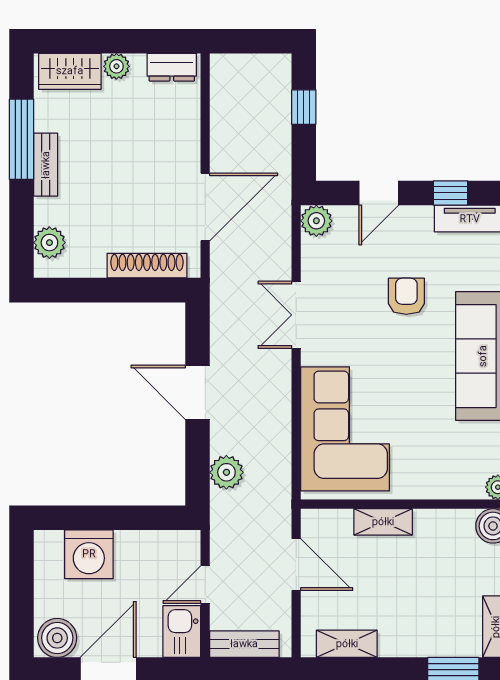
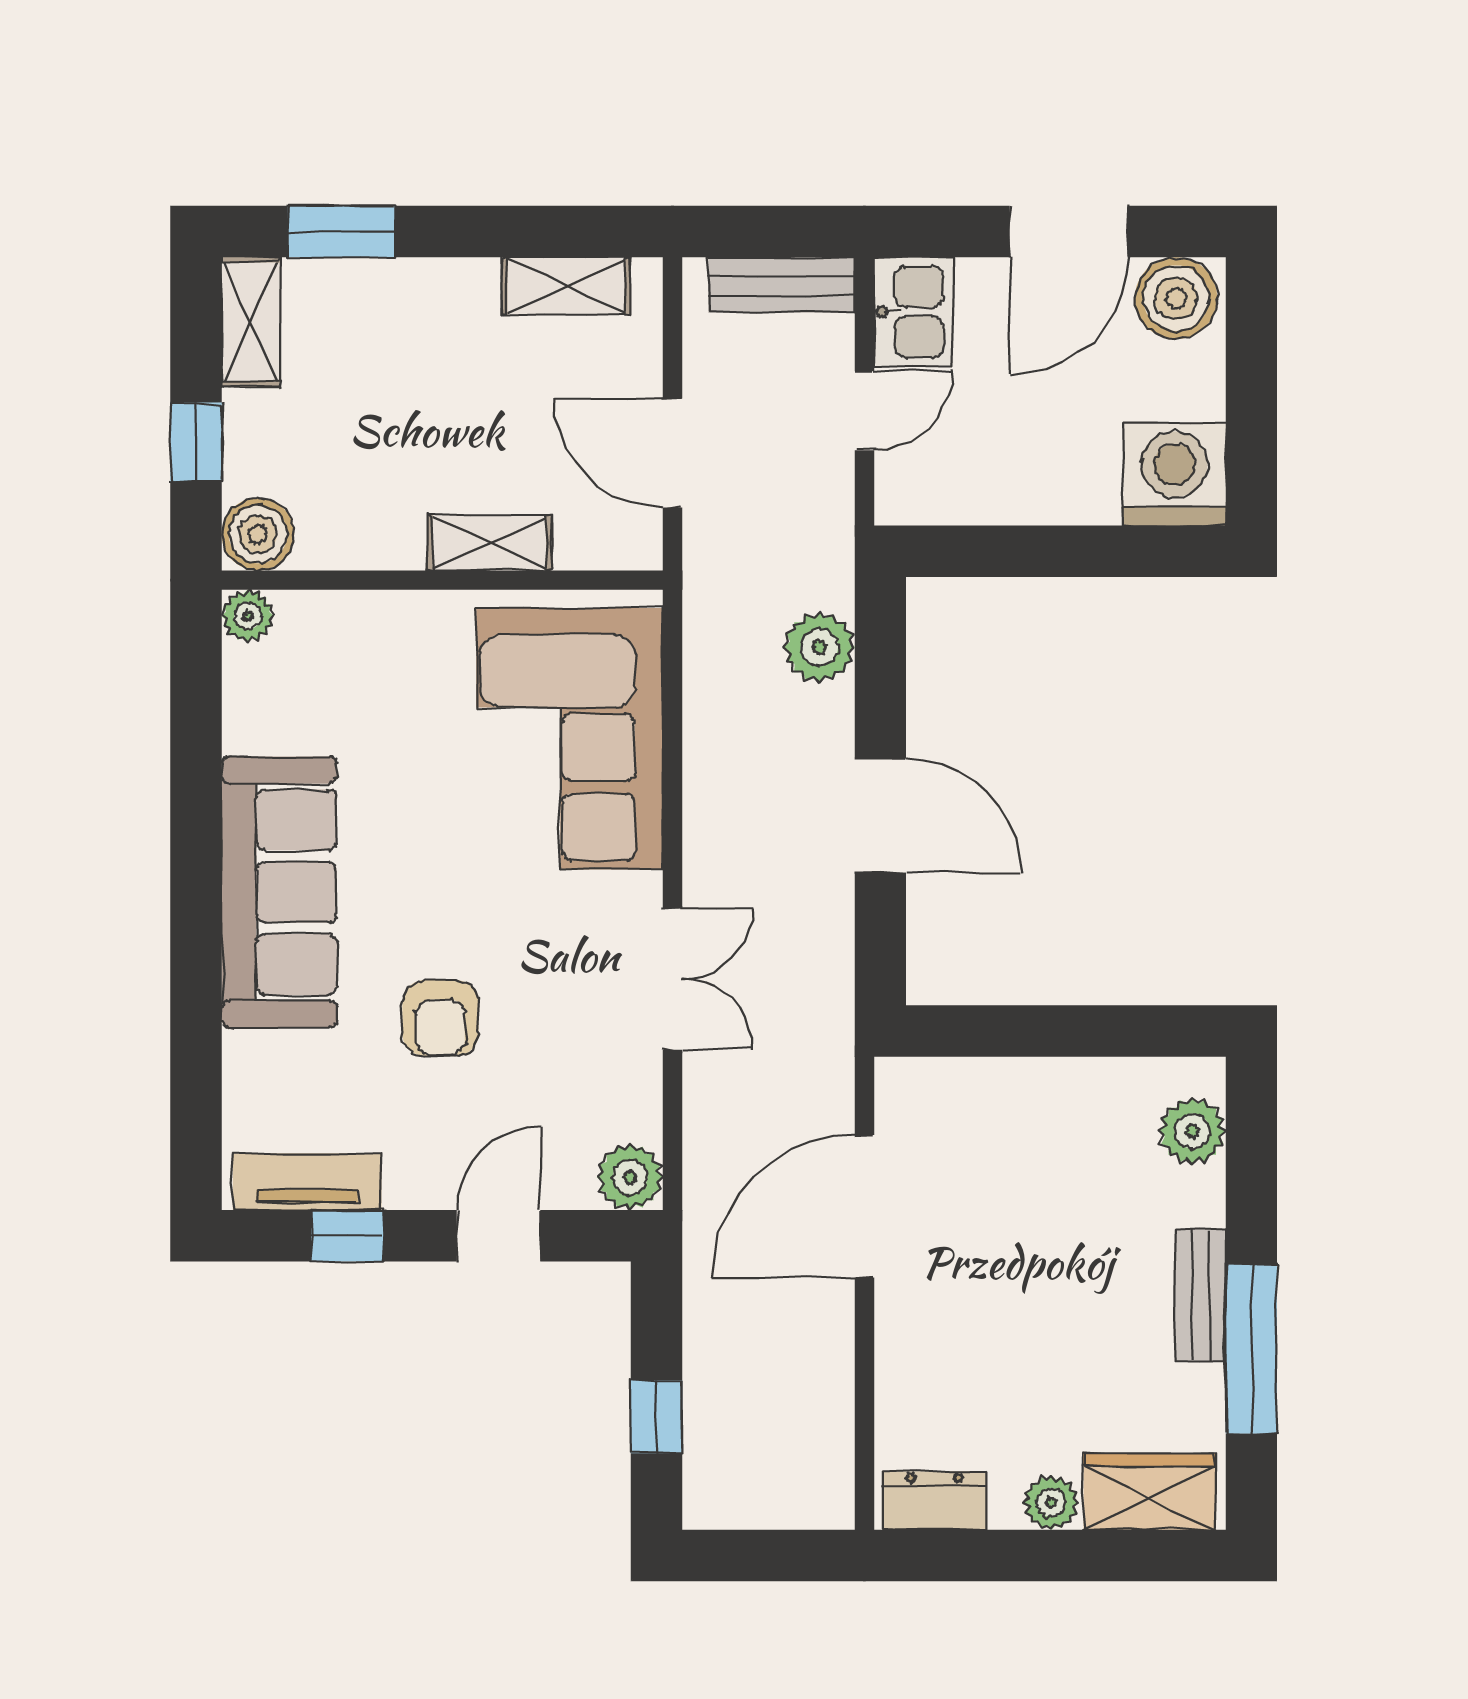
shoe rack: (147, 266) -> (987, 1083), removed
washing machine: (89, 554) -> (1175, 475), moved

